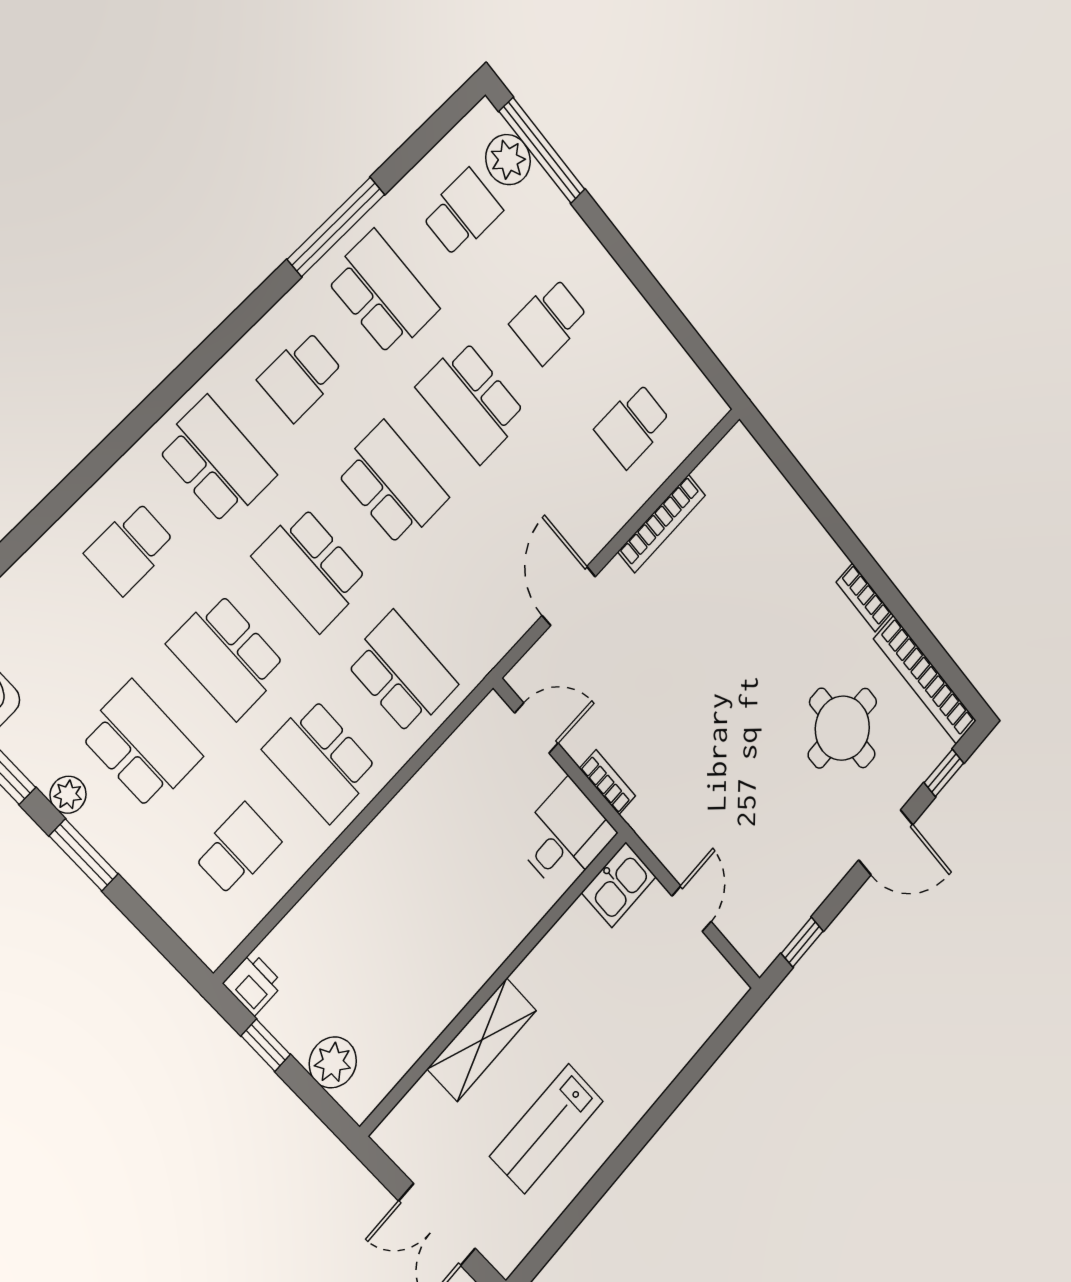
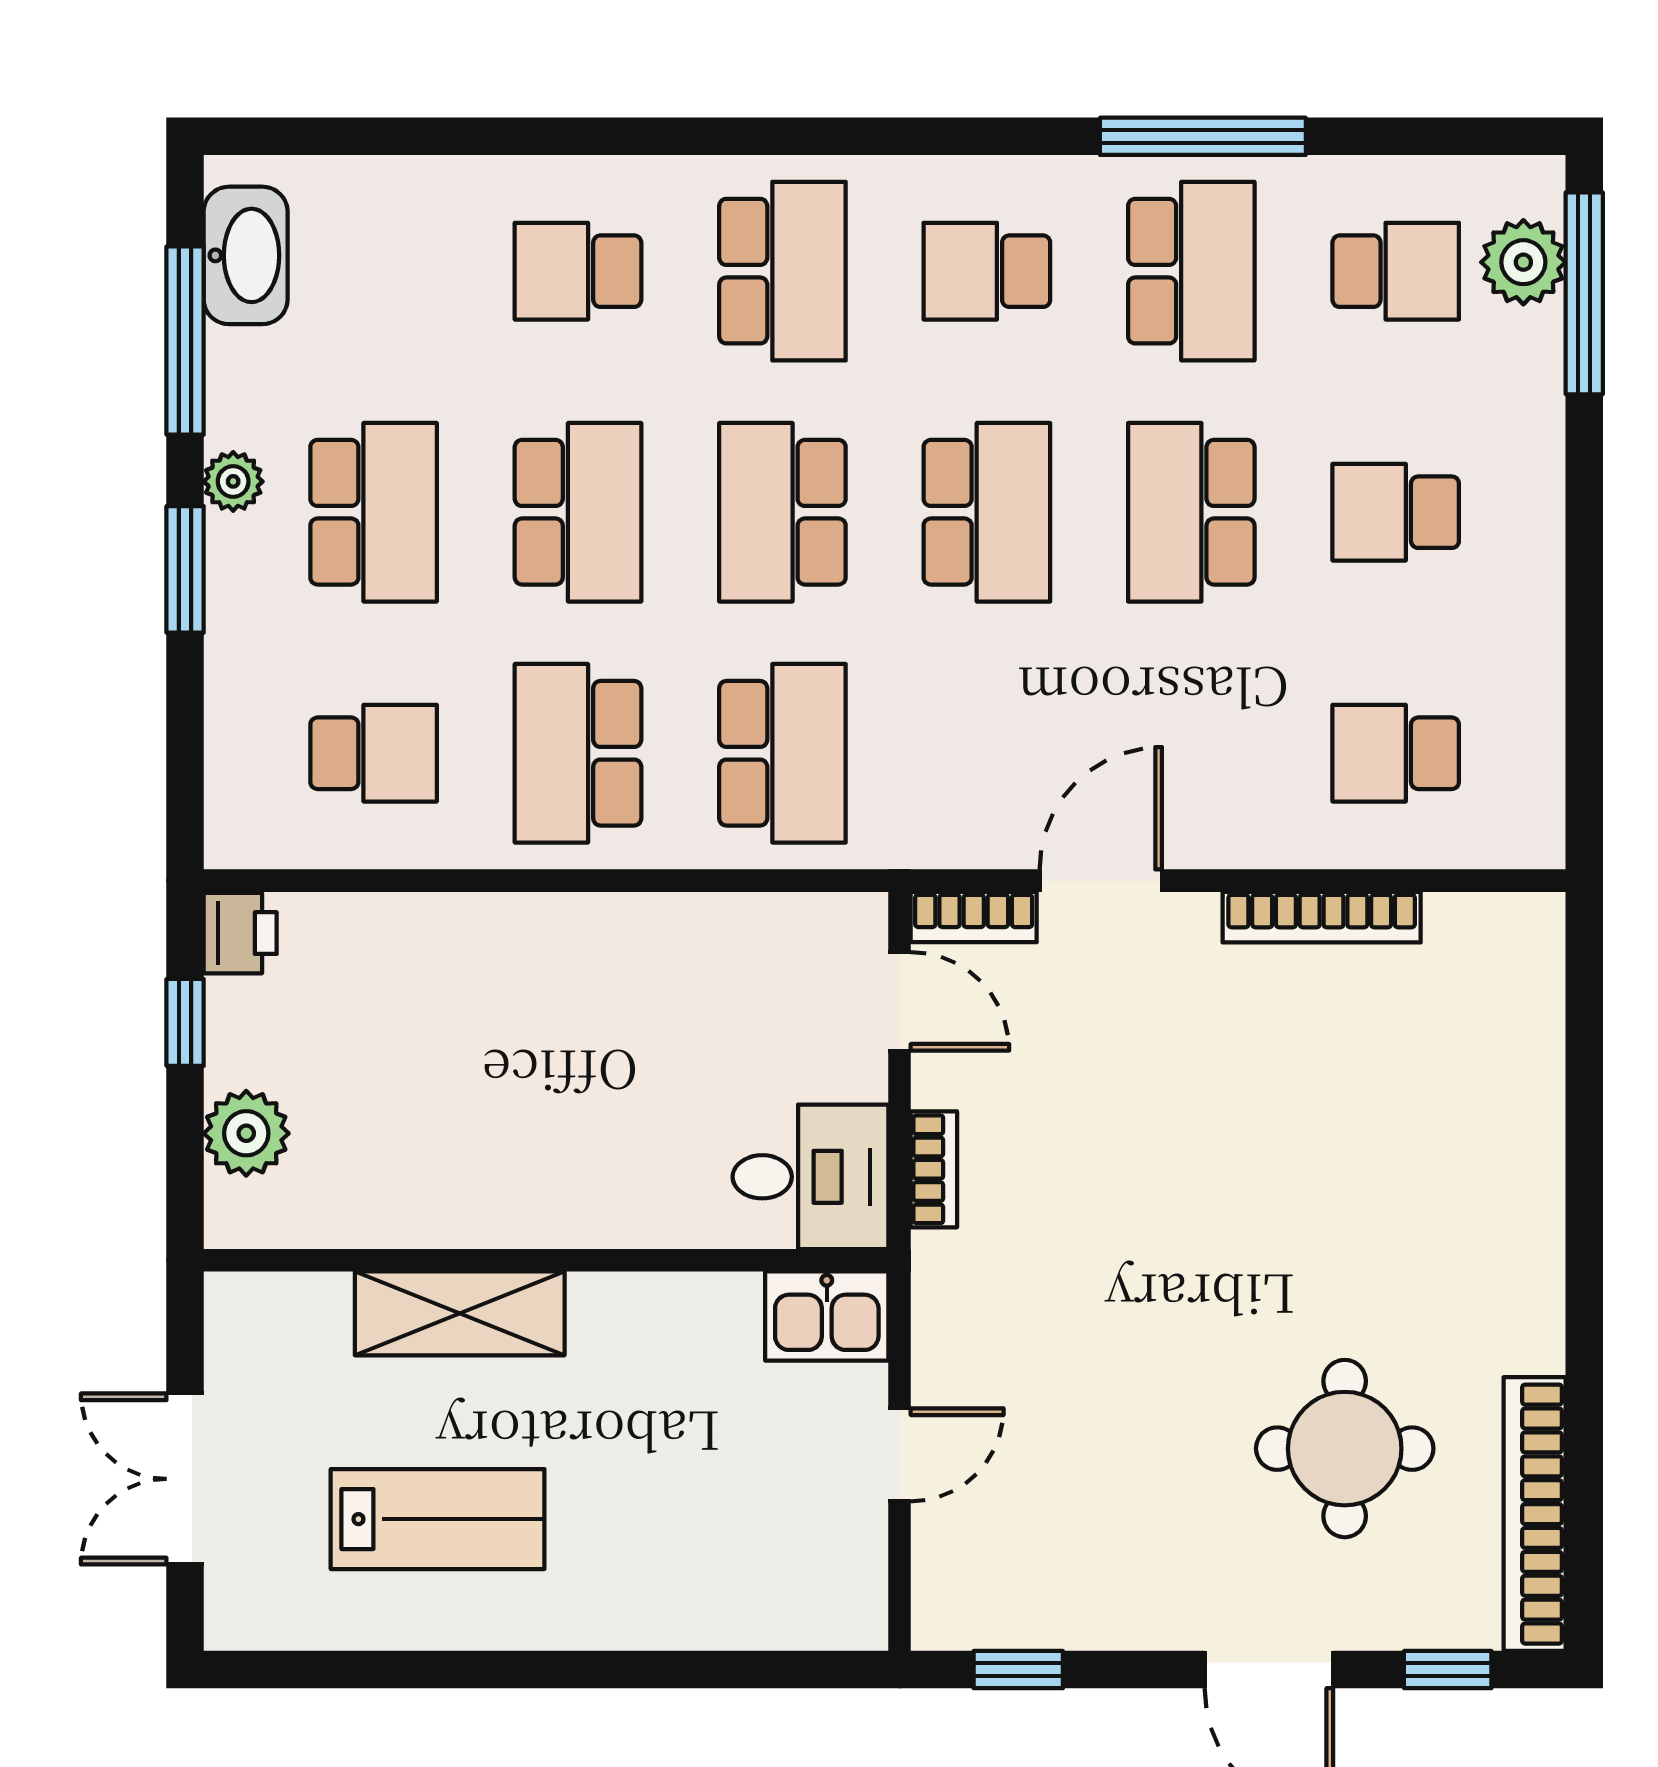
bookcase: (864, 598) -> (974, 917), moved, turned -90
school desk: (227, 656) -> (578, 512), turned 180
lab bench: (547, 1129) -> (438, 1519), turned 180

